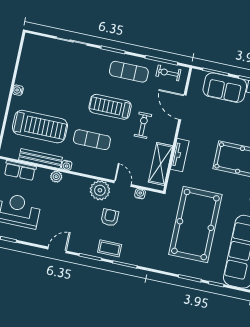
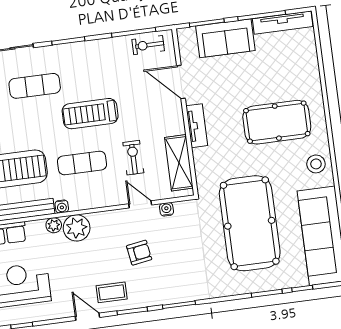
exercise mat: (129, 72) -> (35, 86), moved
exercise bike: (143, 125) -> (133, 158), moved
tv unit: (180, 155) -> (197, 126), moved
plant: (100, 190) -> (77, 228), moved
armchair: (110, 218) -> (139, 253), turned 81
coffee table: (110, 248) -> (112, 292), moved
door: (57, 250) -> (87, 317), hinge flipped

